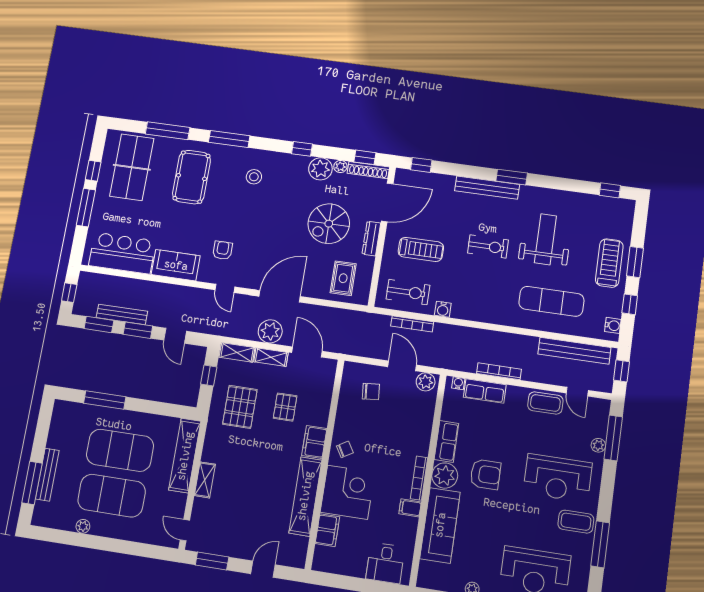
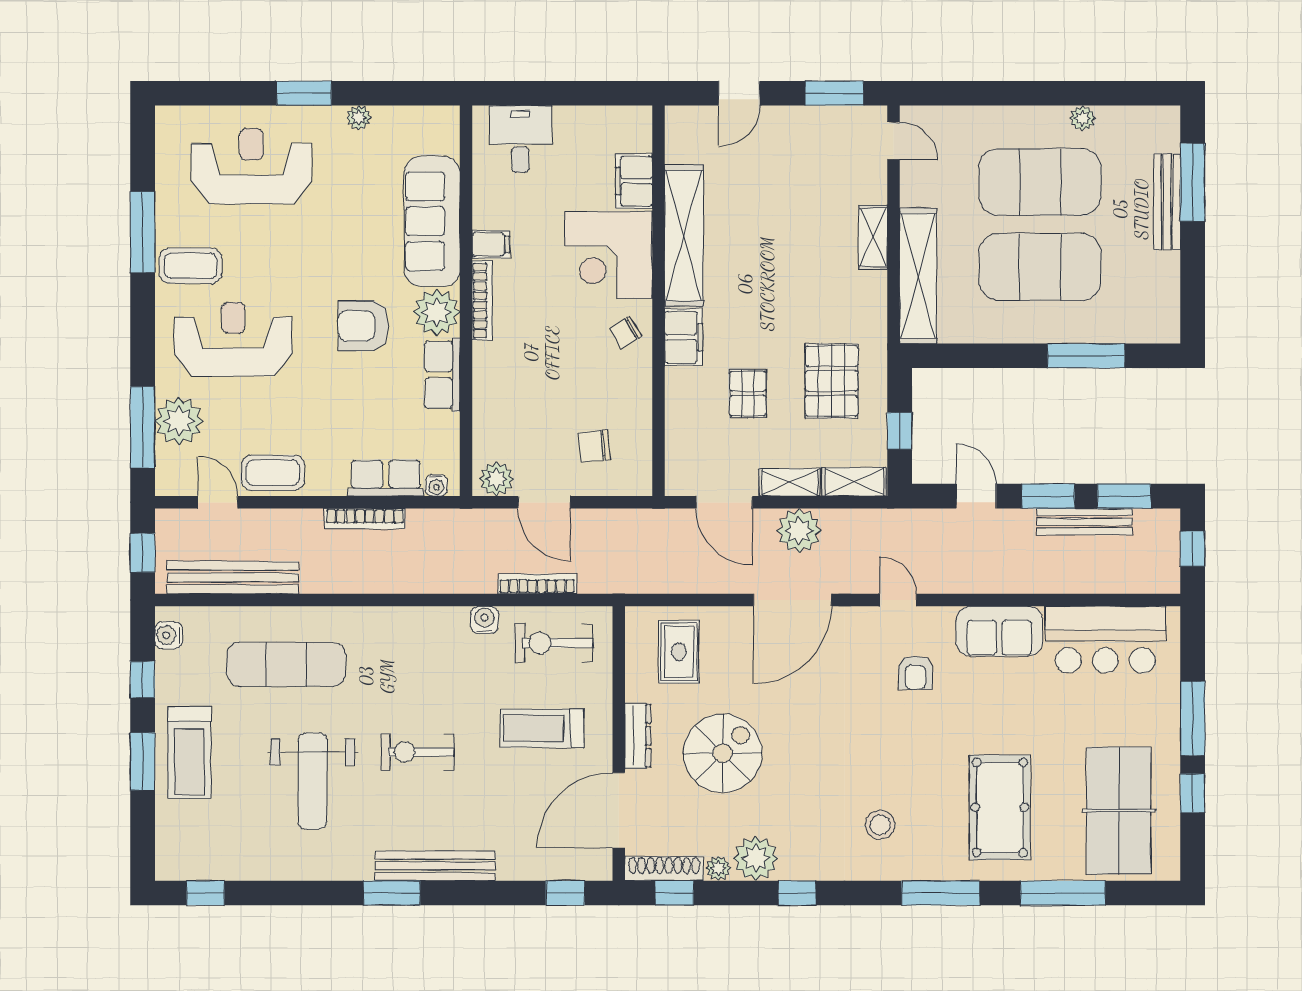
plant: (598, 445) -> (179, 421), width x1.88, depth x1.88

